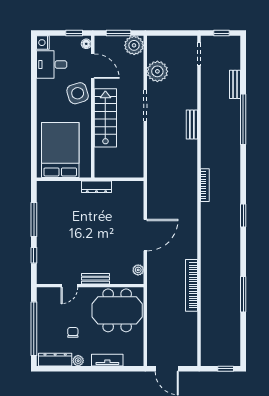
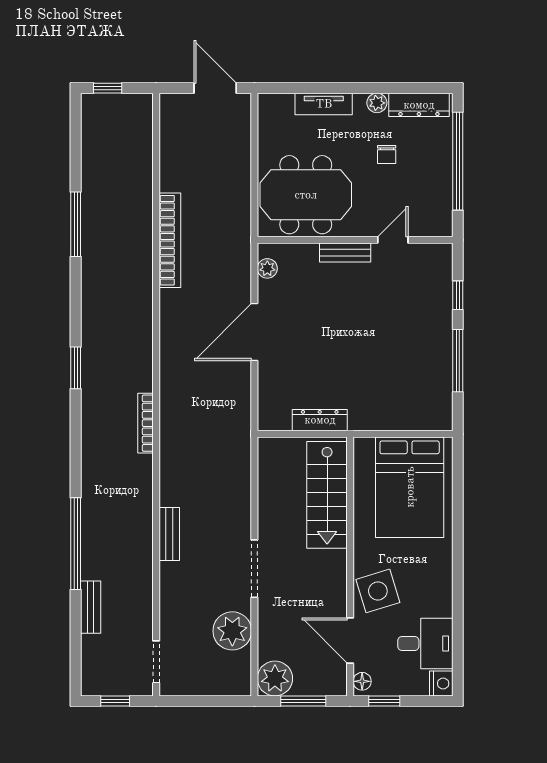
stairs: (105, 118) -> (327, 495), moved
dresser: (96, 187) -> (320, 420), moved

